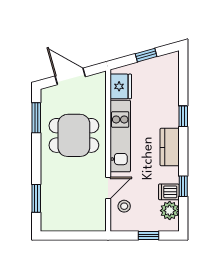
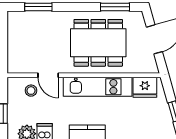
dining table: (74, 135) -> (98, 43), width x1.38

